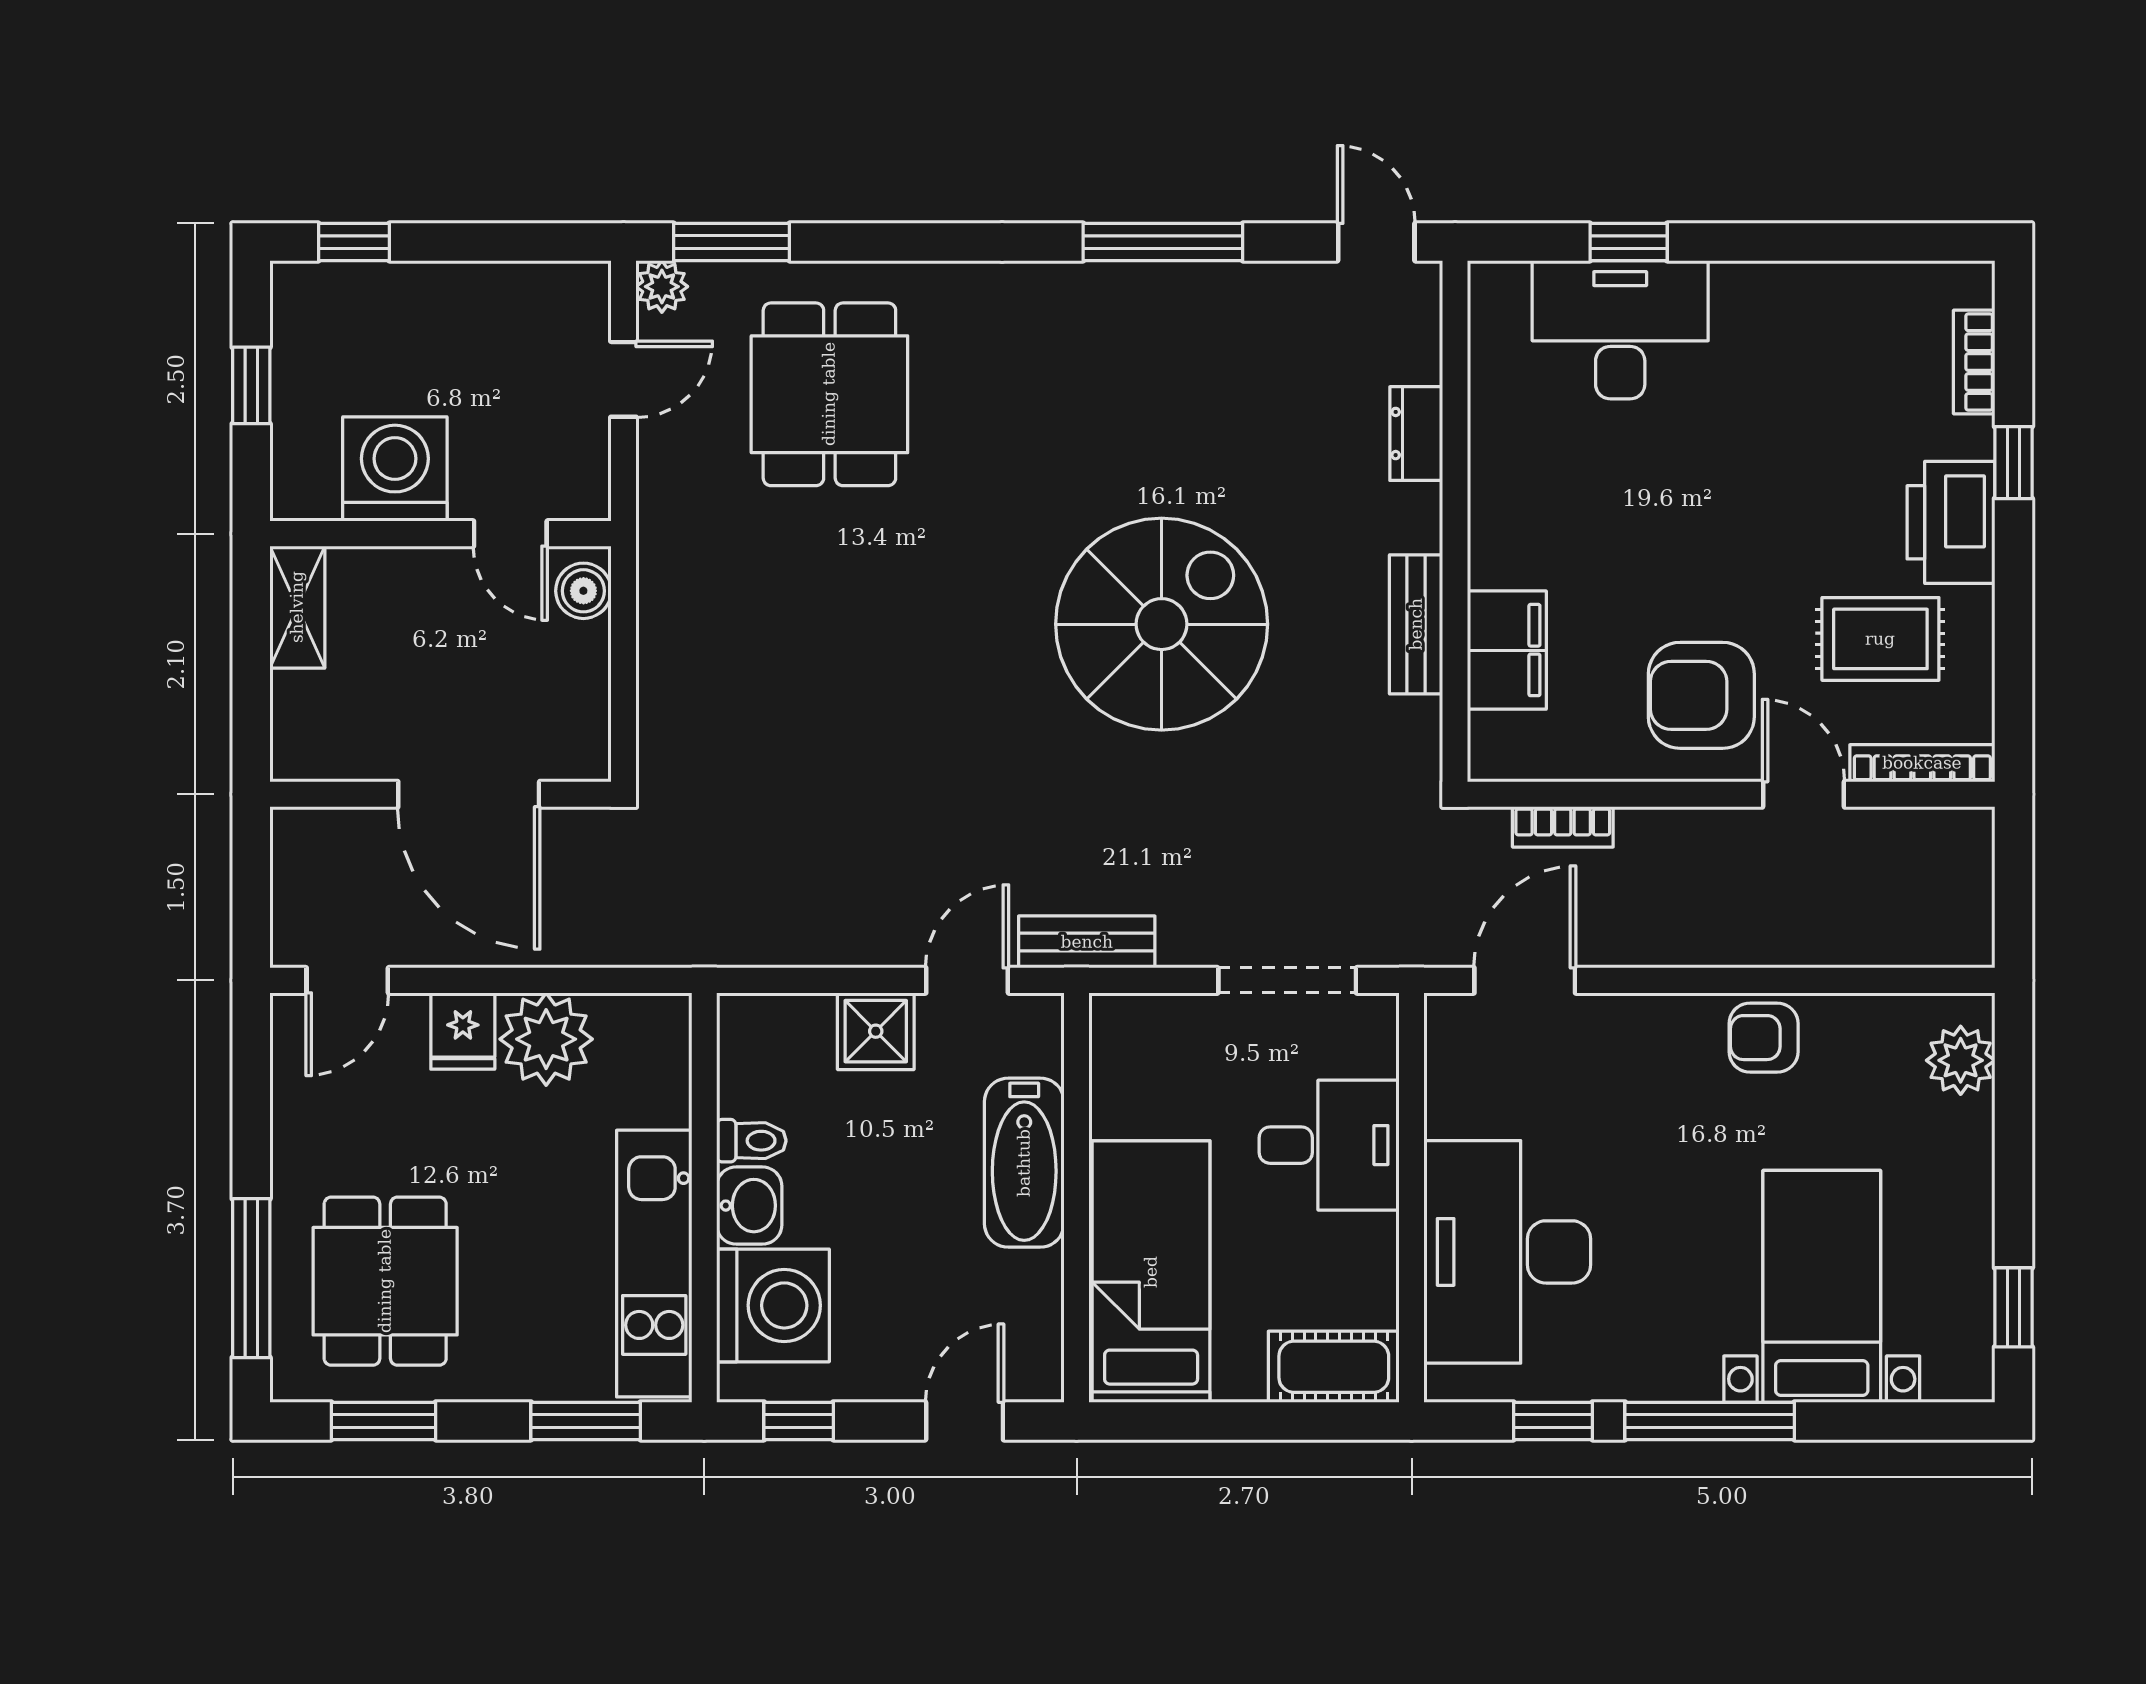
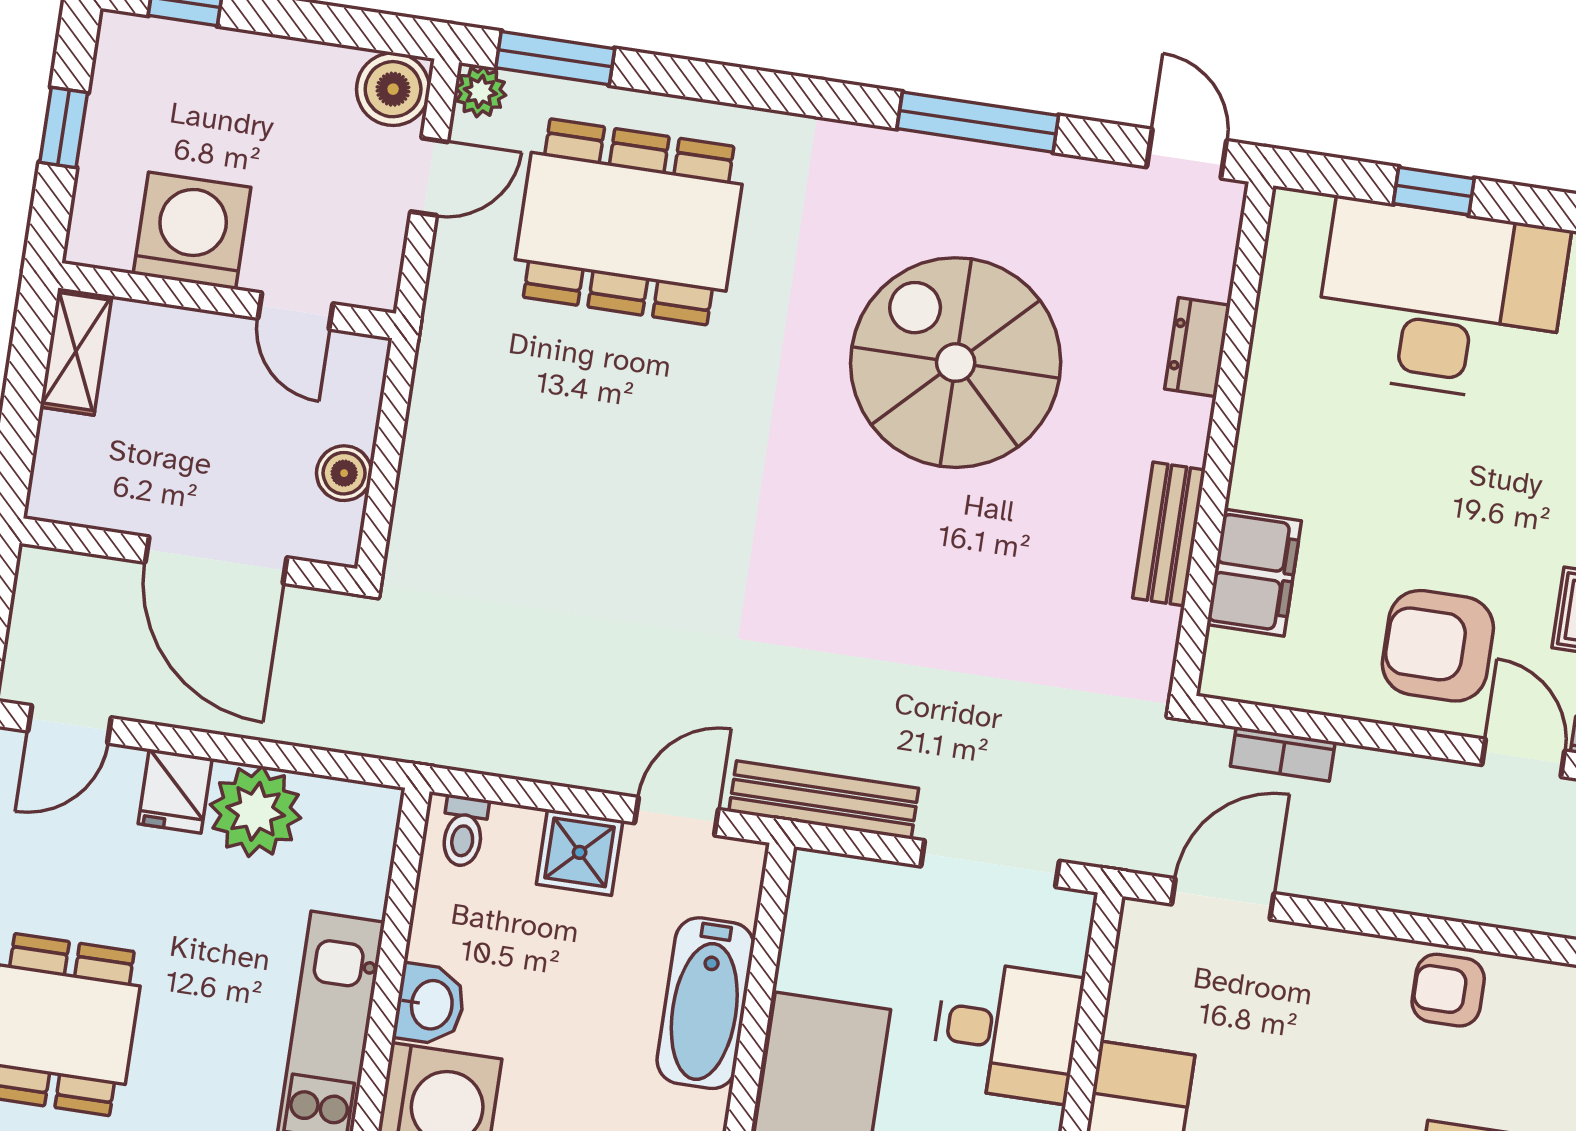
boiler: (574, 297) -> (393, 89), added
desk: (1620, 330) -> (1441, 301), width x1.36, depth x1.30
dining table: (829, 394) -> (629, 222), width x1.37
boiler: (583, 591) -> (344, 473), moved
spiral stairs: (1162, 624) -> (956, 363), moved, turned -90
bench: (1087, 942) -> (824, 800), width x1.36
toilet: (751, 1141) -> (464, 831), moved, turned 90

